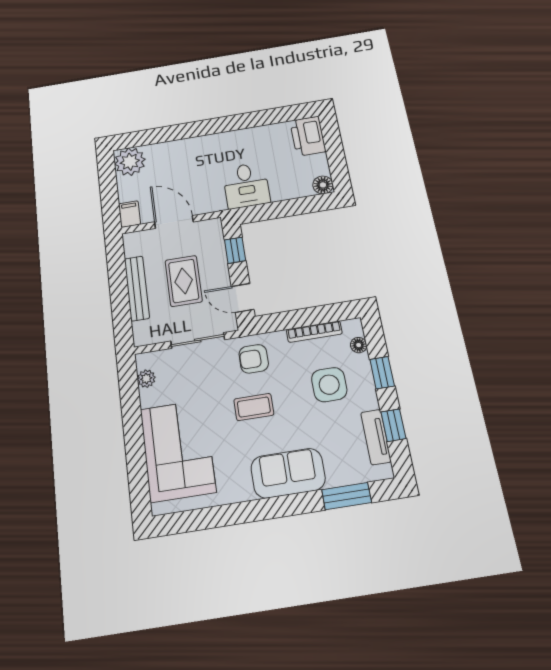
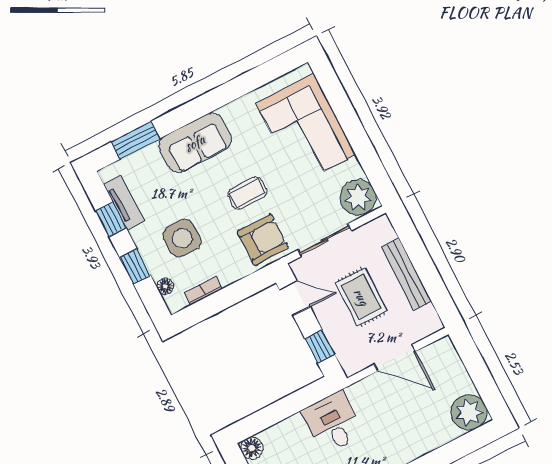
filing cabinet: (130, 214) -> (446, 352), removed
bookcase: (314, 332) -> (203, 291), width x0.64
armchair: (254, 359) -> (263, 240), width x1.38, depth x1.38
plant: (146, 379) -> (358, 197), width x1.88, depth x1.88

